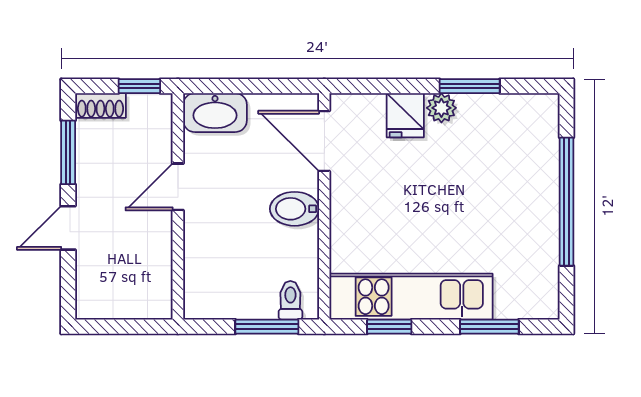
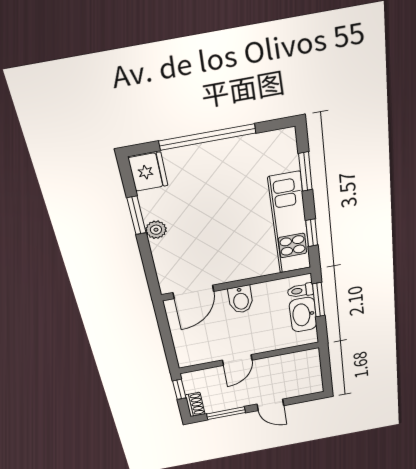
washbasin: (215, 113) -> (303, 315), moved, turned 180
fridge: (405, 115) -> (148, 172), moved, width x1.38
door: (178, 187) -> (237, 360), hinge flipped

